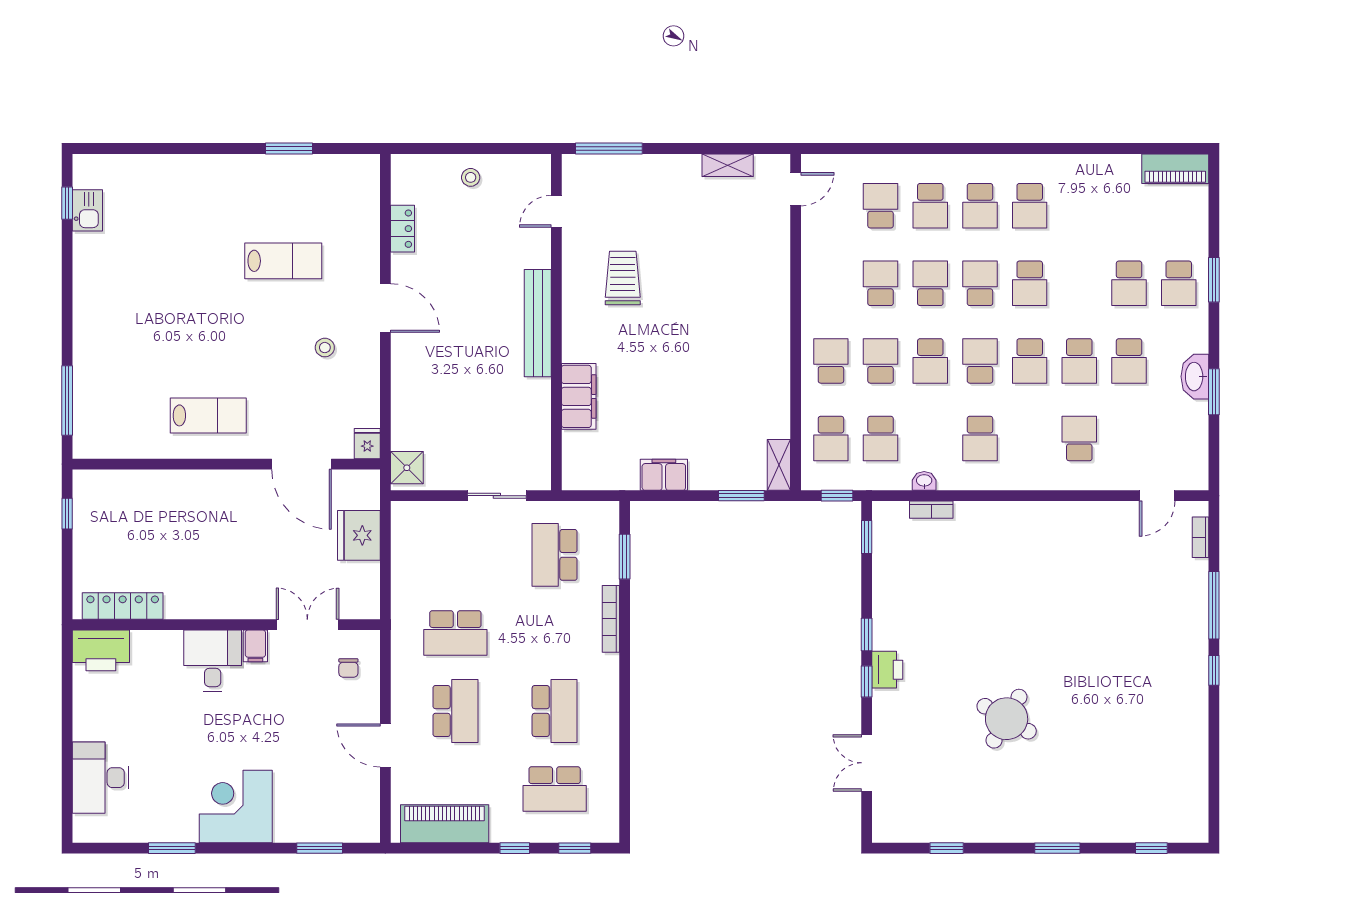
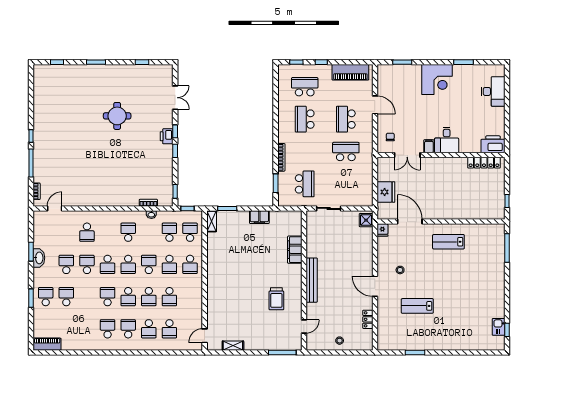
school desk: (930, 206) -> (149, 329), turned 180
school desk: (1030, 361) -> (108, 264), turned 180
round table: (1007, 719) -> (117, 116), turned -30

